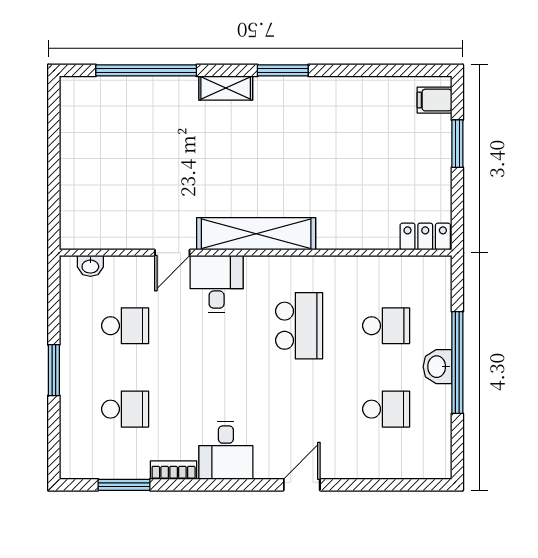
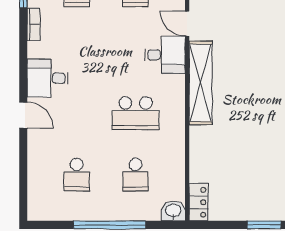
washbasin: (437, 367) -> (173, 211), moved
desk: (226, 450) -> (48, 78), moved

